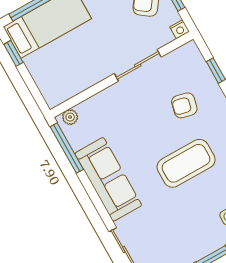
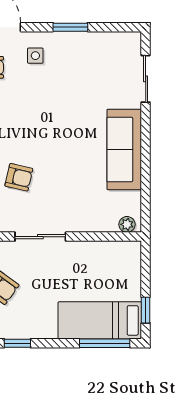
window: (67, 148) -> (146, 198), removed
coffee table: (186, 163) -> (47, 125), removed

